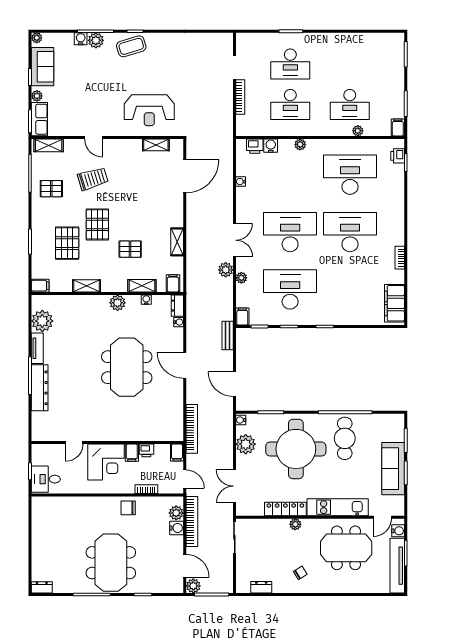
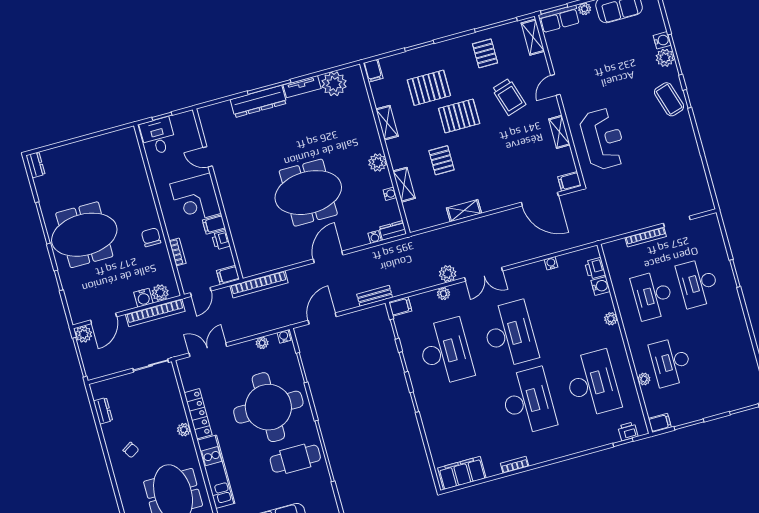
reception desk: (149, 110) -> (603, 139), turned 180
shelving: (156, 145) -> (559, 132), moved
filing cabinet: (173, 283) -> (570, 181), moved, turned 180
plant: (246, 444) -> (262, 343), width x0.53, depth x0.53

